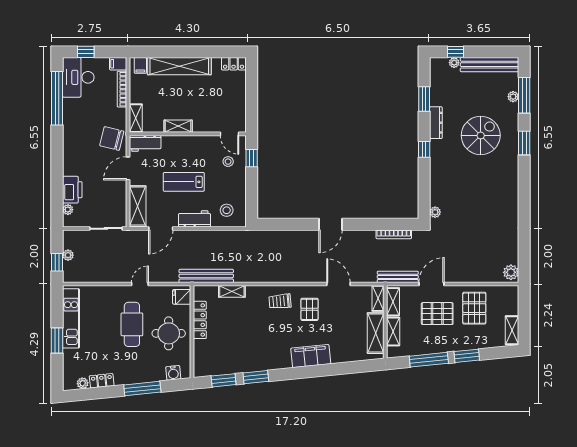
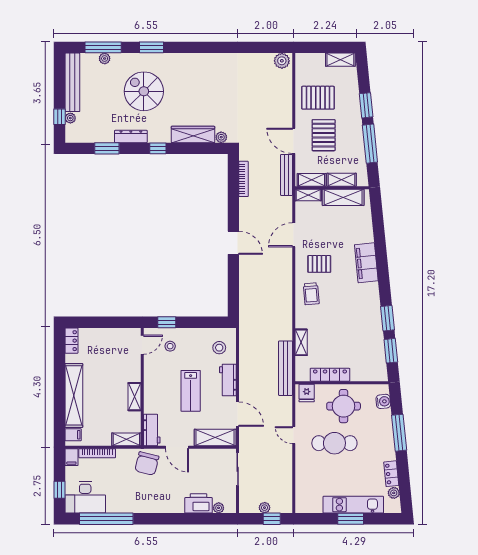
wardrobe: (438, 184) -> (193, 134), added
kitchen unit: (71, 318) -> (353, 505), moved

